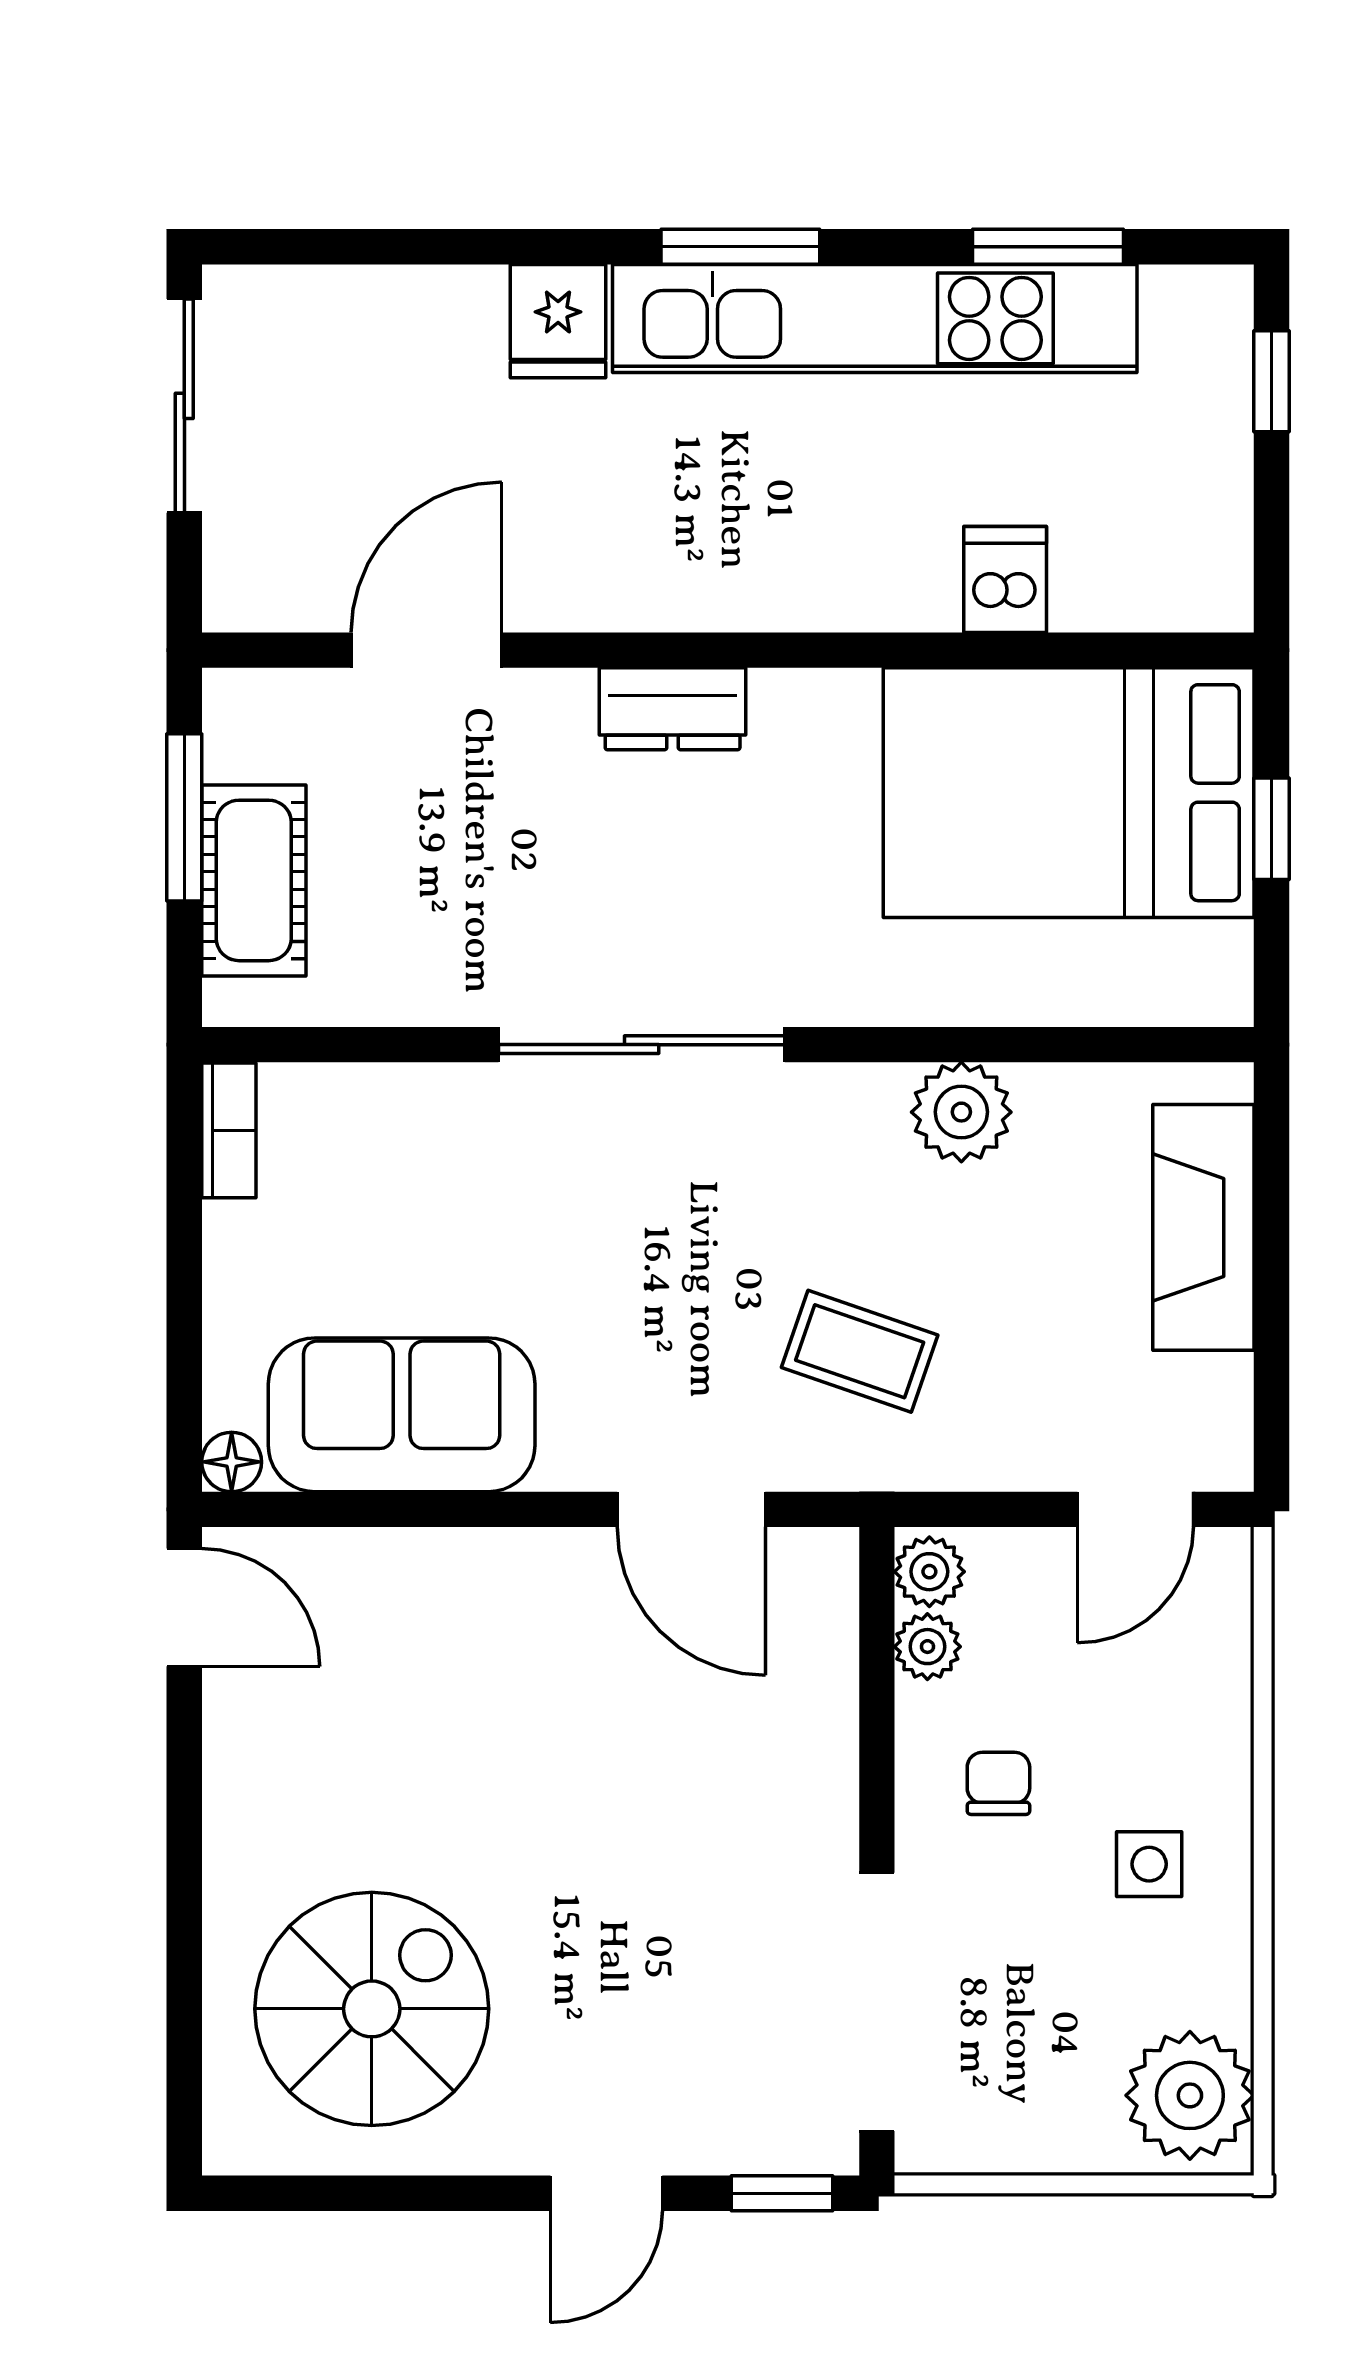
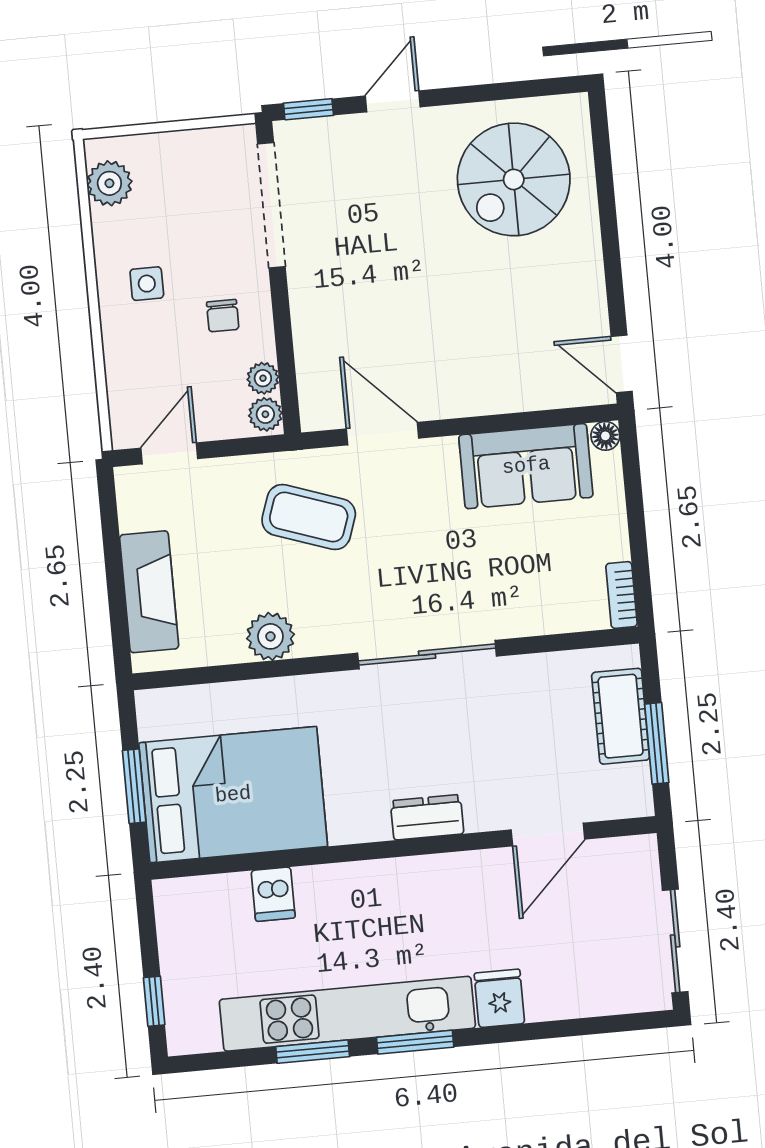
window: (1048, 247) -> (313, 1052), moved
window: (1271, 829) -> (134, 786), width x1.50
coffee table: (860, 1351) -> (309, 517), width x1.36, depth x1.30
plant: (1190, 2095) -> (109, 183), width x0.73, depth x0.73

